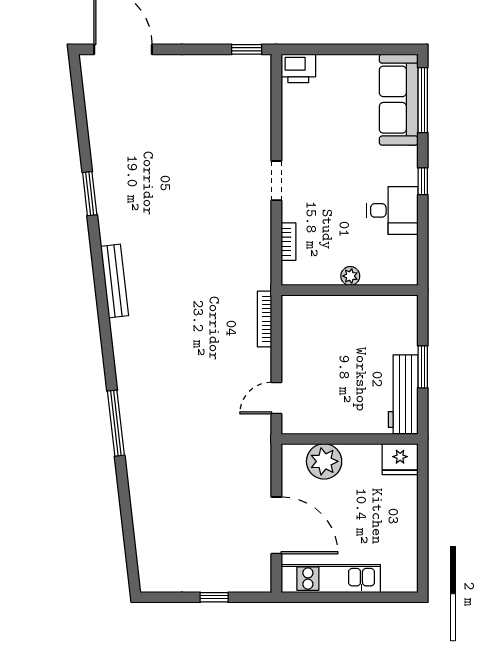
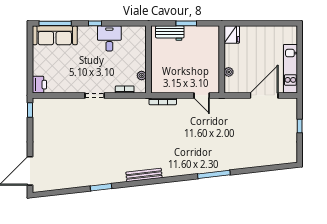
plant: (350, 276) -> (142, 76), moved
workbench: (403, 394) -> (170, 33), moved, width x0.73
plant: (324, 461) -> (229, 72), width x0.53, depth x0.53

